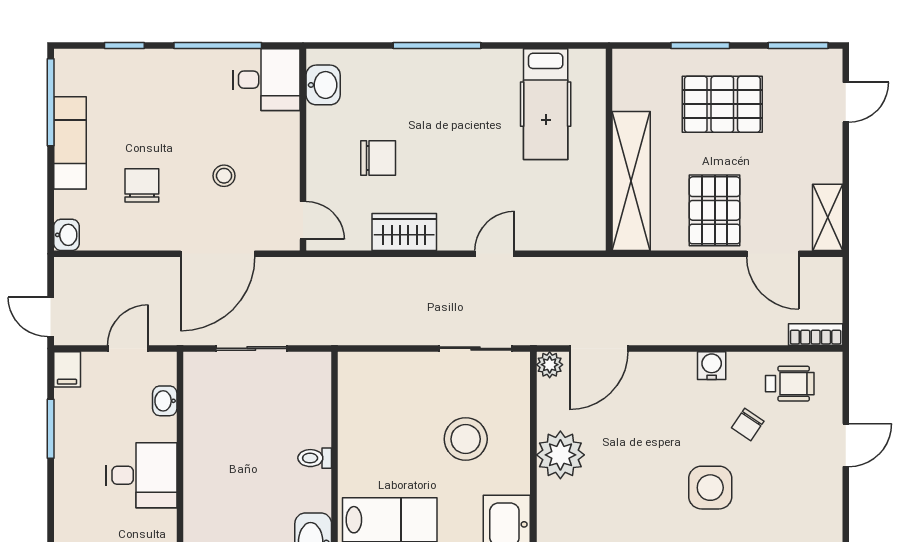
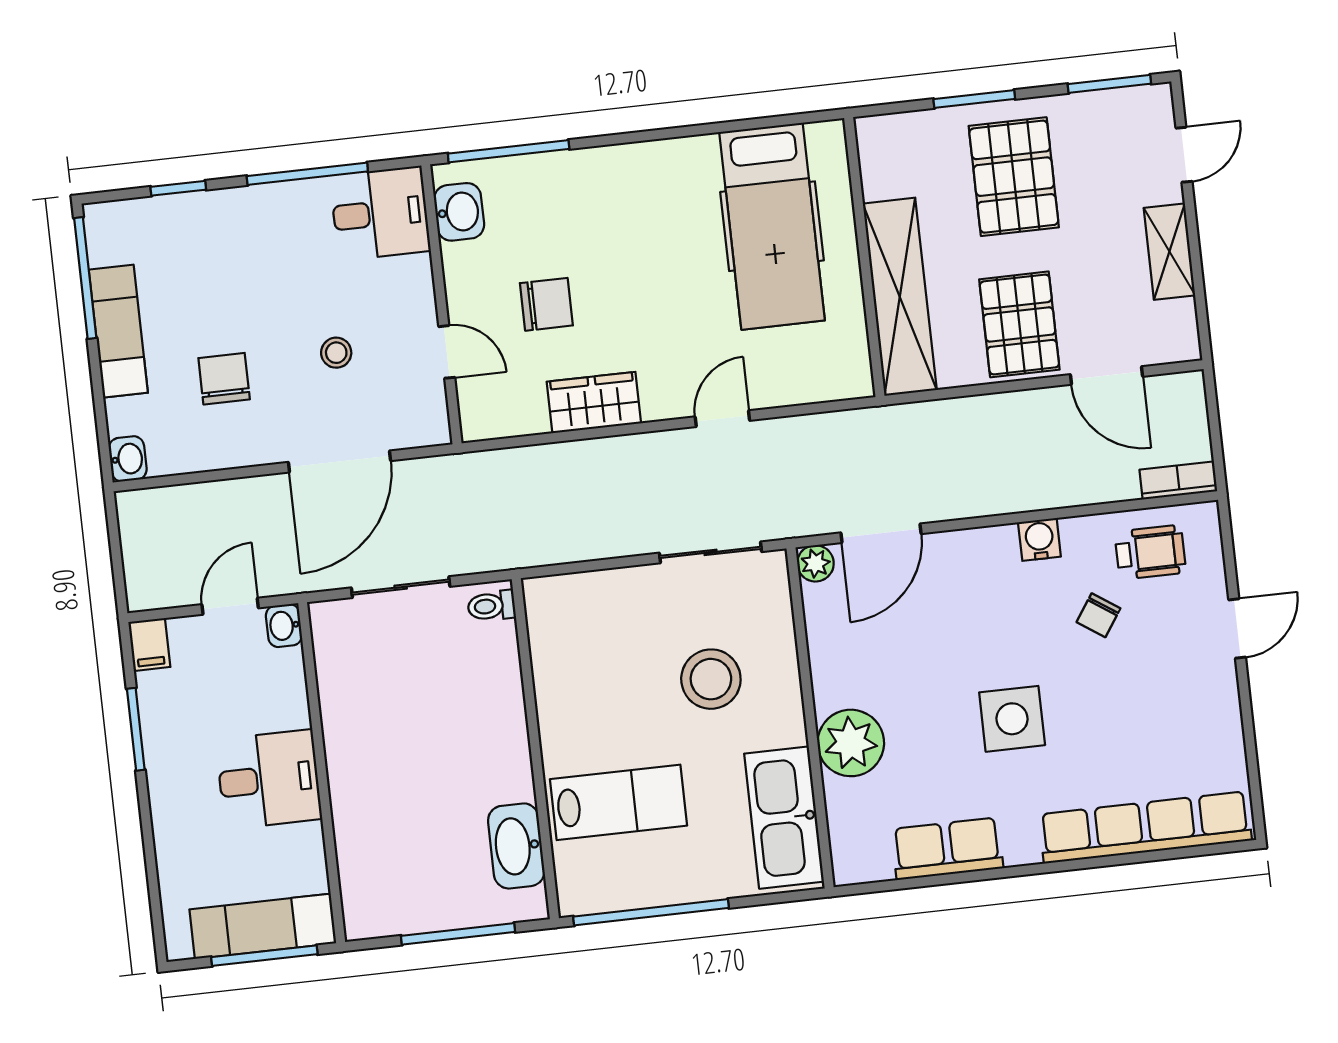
window: (437, 46) -> (509, 151), moved
hospital bed: (546, 104) -> (772, 226), width x1.37, depth x1.29
pallet: (722, 104) -> (1014, 177), turned 90
shelving: (828, 217) -> (1169, 252), moved
door: (303, 220) -> (447, 352), moved
door: (51, 317) -> (118, 575), removed
washbasin: (165, 401) -> (284, 626), moved
plant: (560, 455) -> (851, 743), moved
toilet: (315, 458) -> (491, 606), moved
side table: (710, 488) -> (1012, 719), moved

